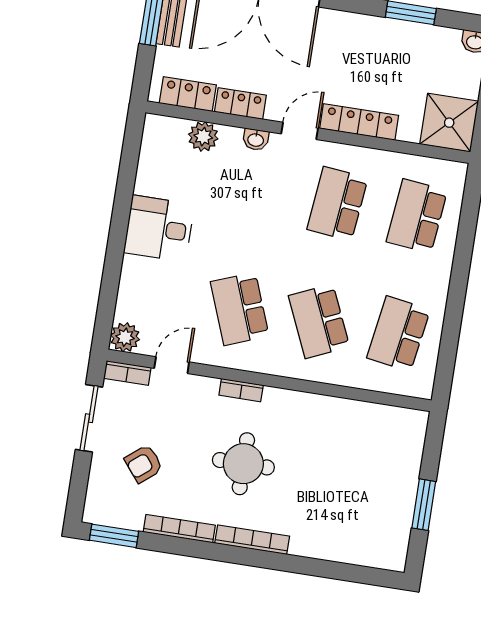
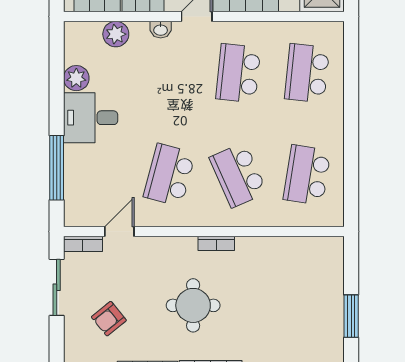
window: (111, 280) -> (57, 168), added
school desk: (240, 309) -> (169, 175), turned 36
plant: (125, 337) -> (76, 78), moved
bookcase: (241, 390) -> (216, 243), moved

